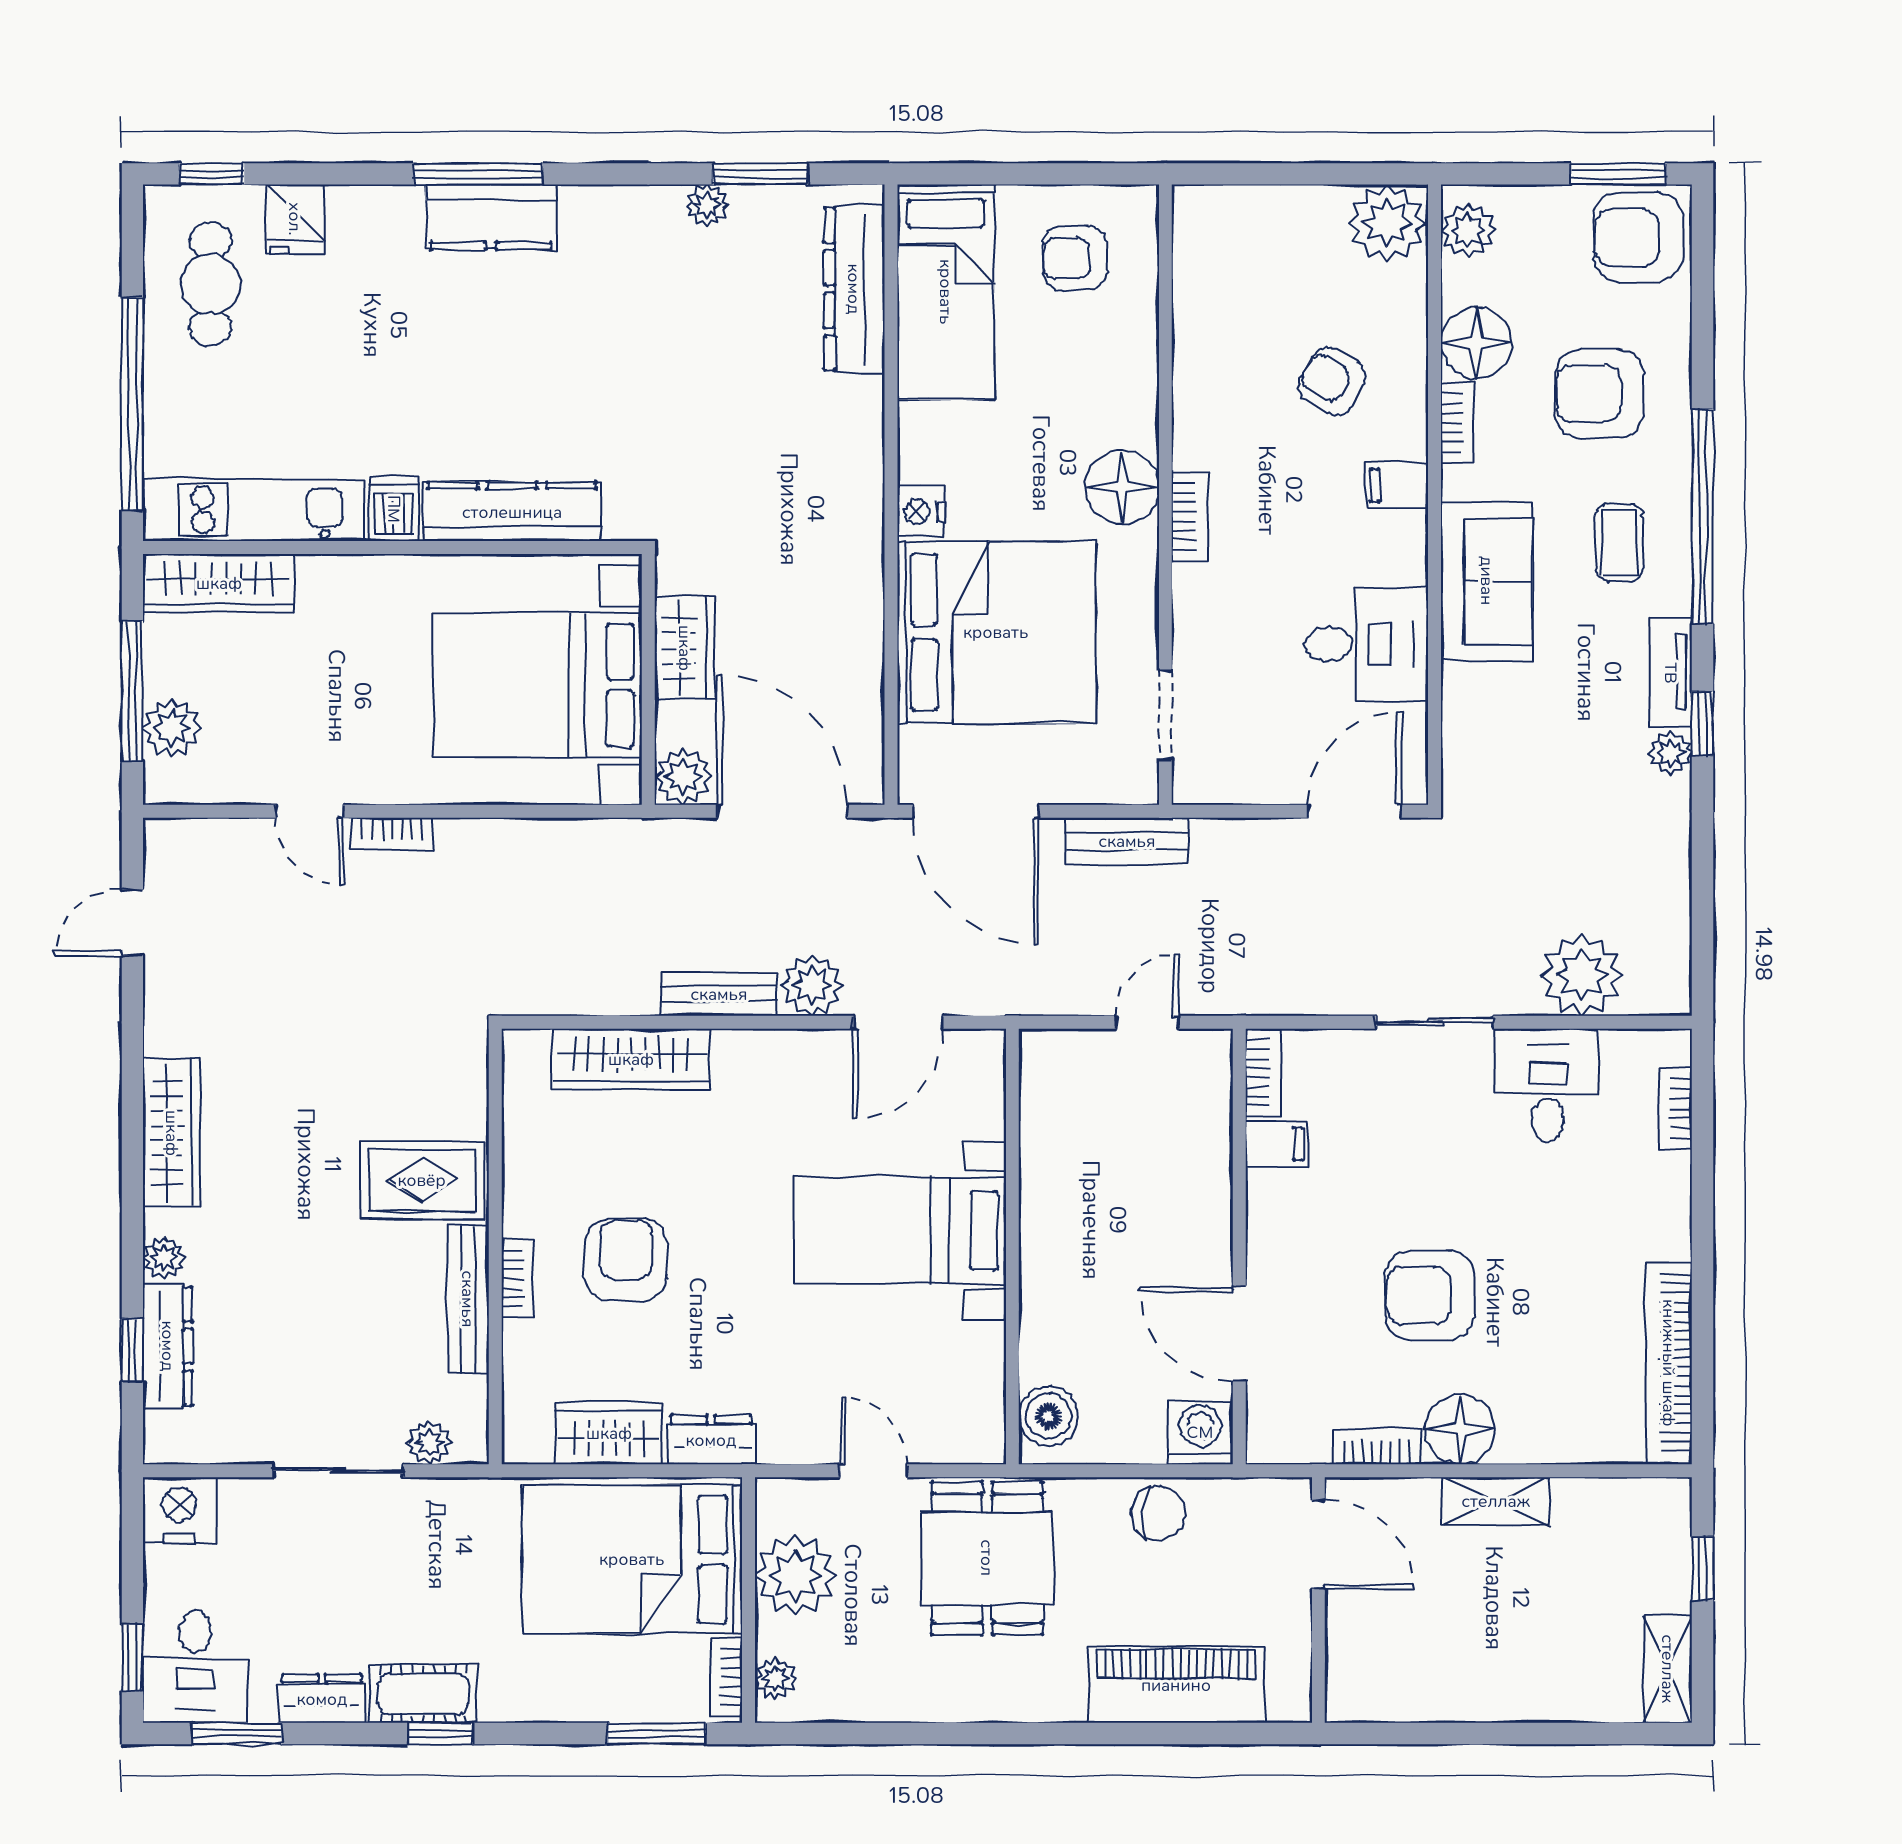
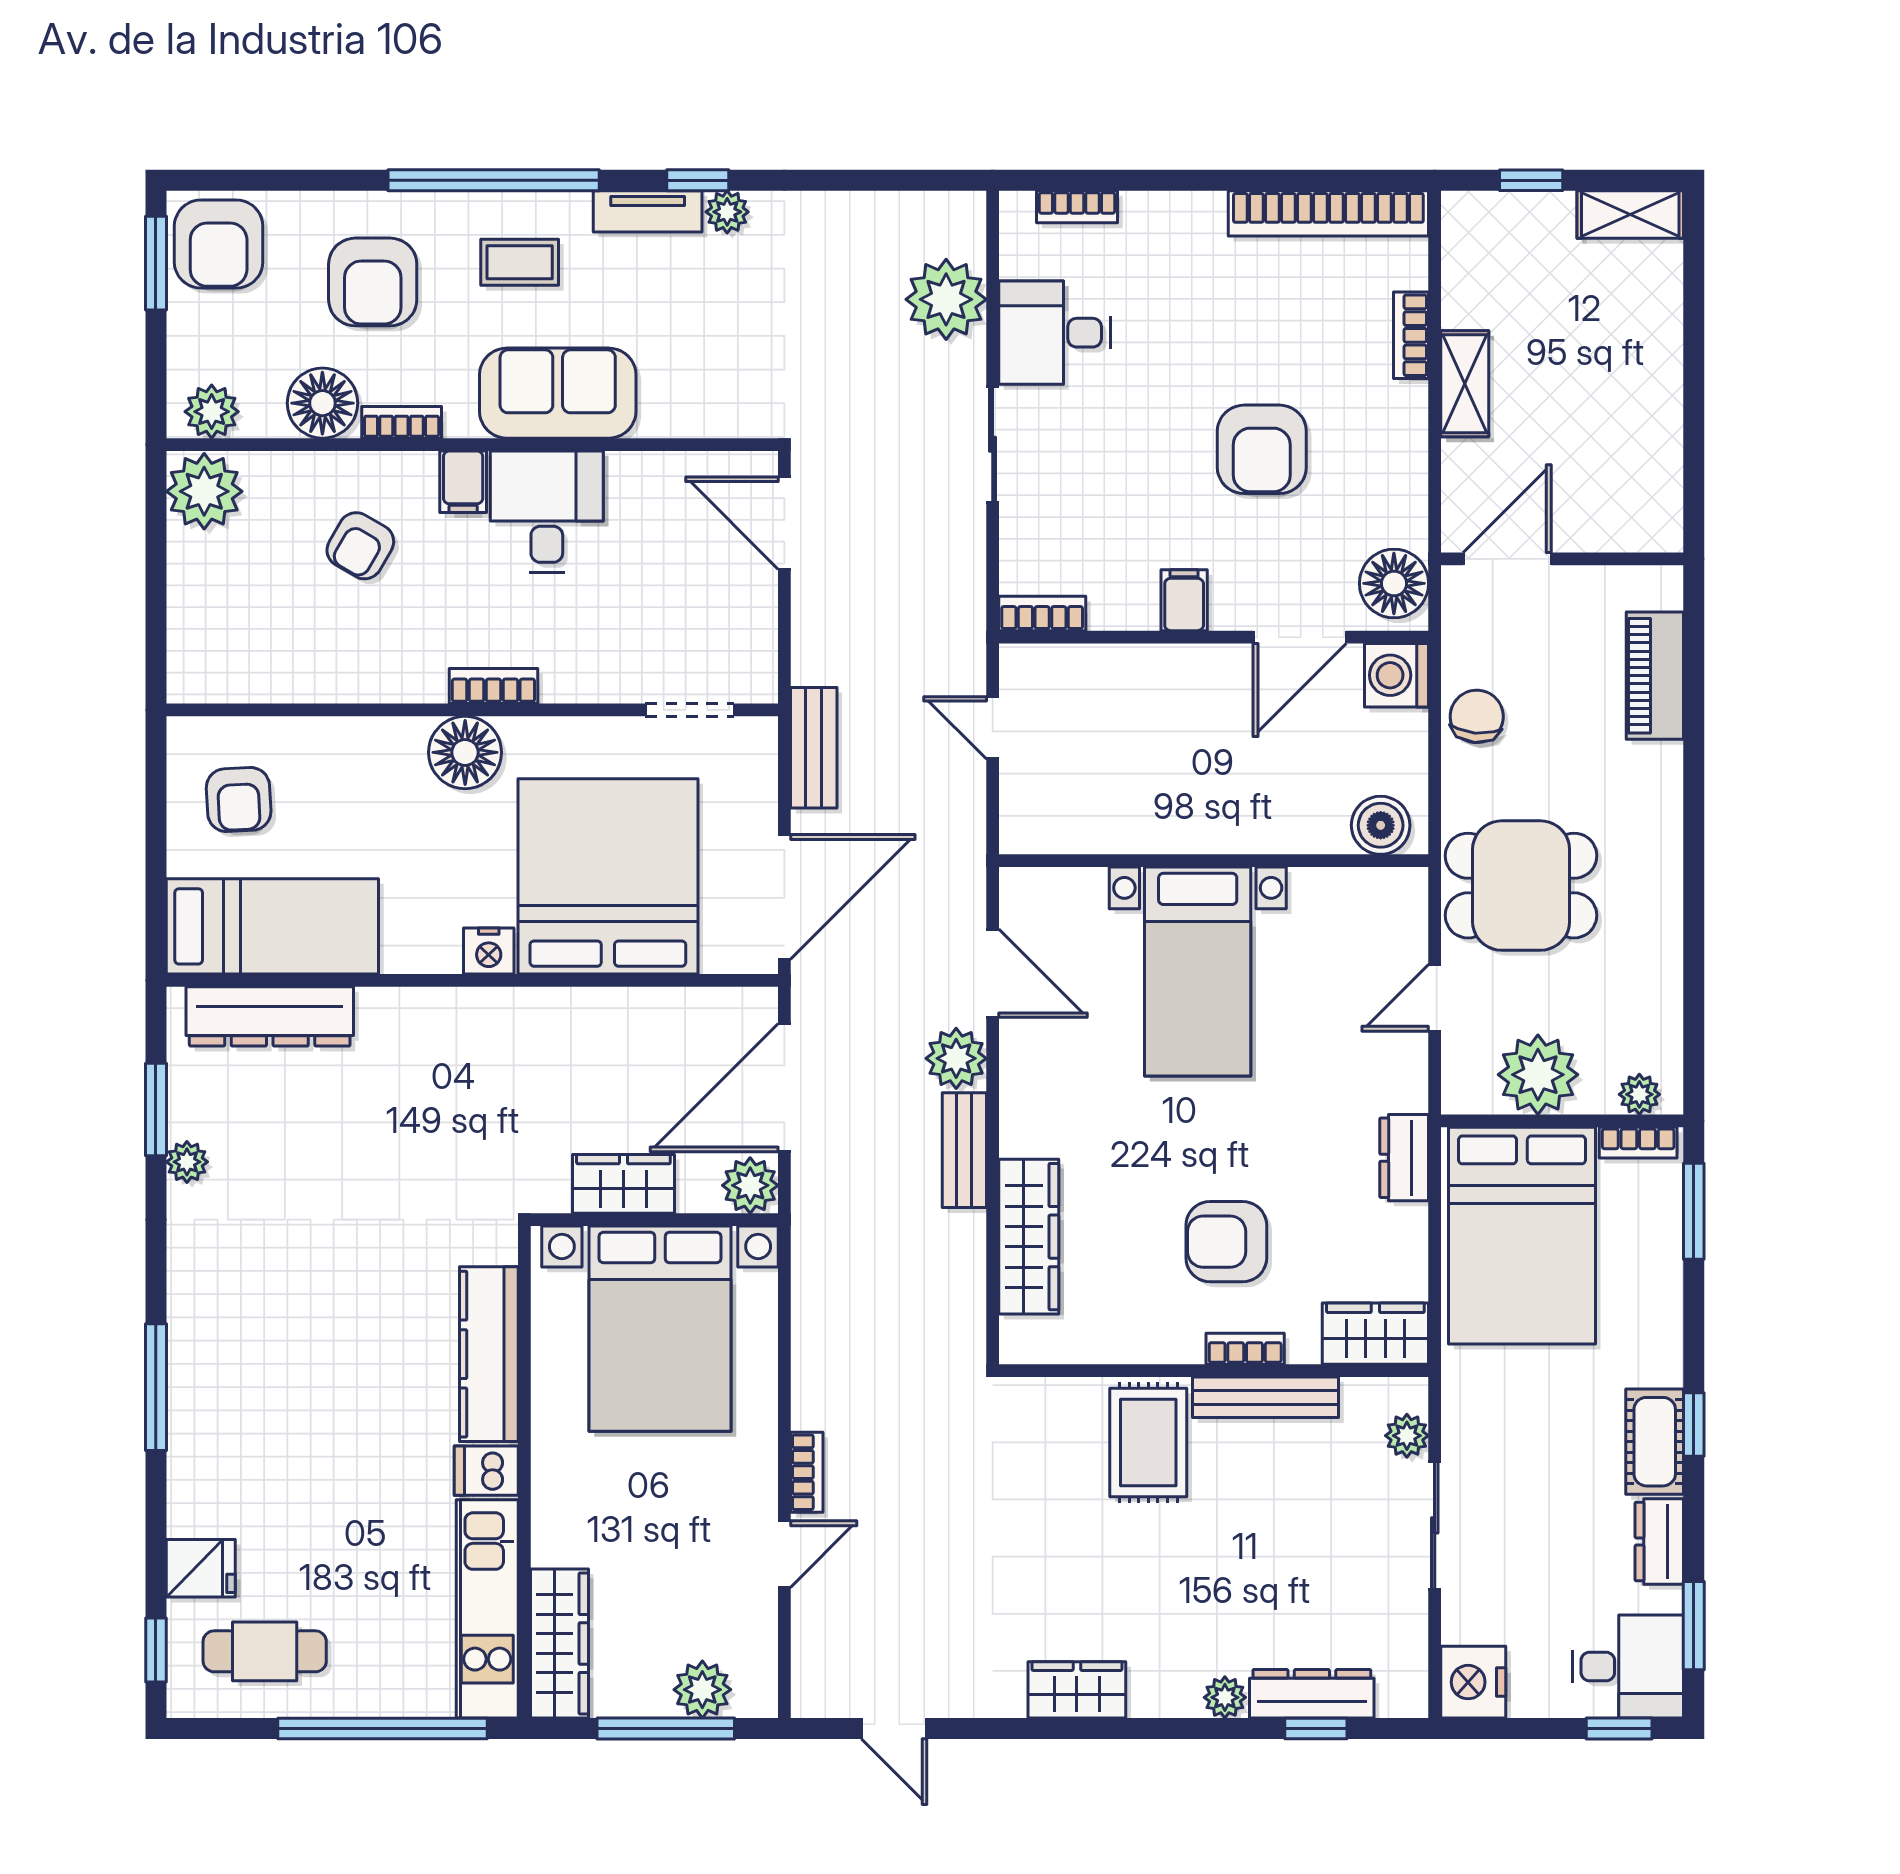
kitchen counter: (491, 217) -> (199, 1375), removed
desk: (1367, 644) -> (547, 511), moved
wardrobe: (172, 1133) -> (1077, 1690), width x0.67
filing cabinet: (1277, 1144) -> (1184, 600), moved
floor lamp: (1460, 1429) -> (1394, 583), moved
wardrobe: (609, 1433) -> (1375, 1334), moved, turned 90
bookcase: (1377, 1447) -> (1411, 335), moved
piano: (1176, 1685) -> (1655, 676), width x0.73, depth x0.75

